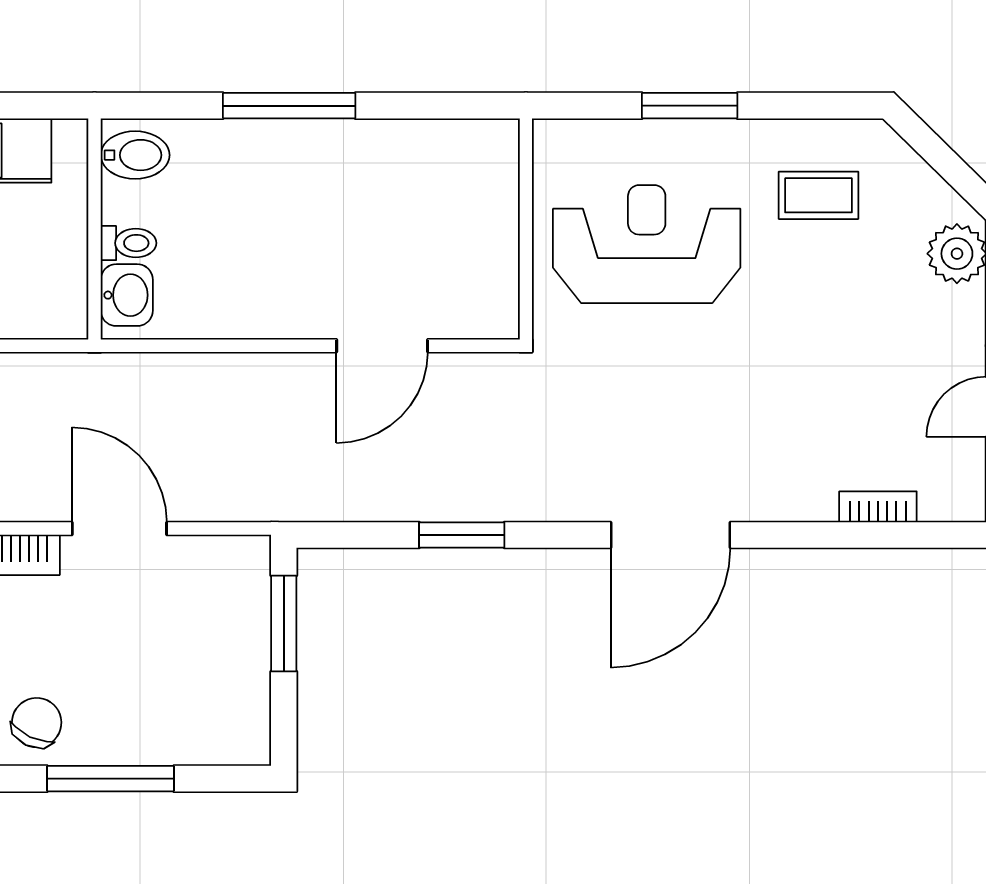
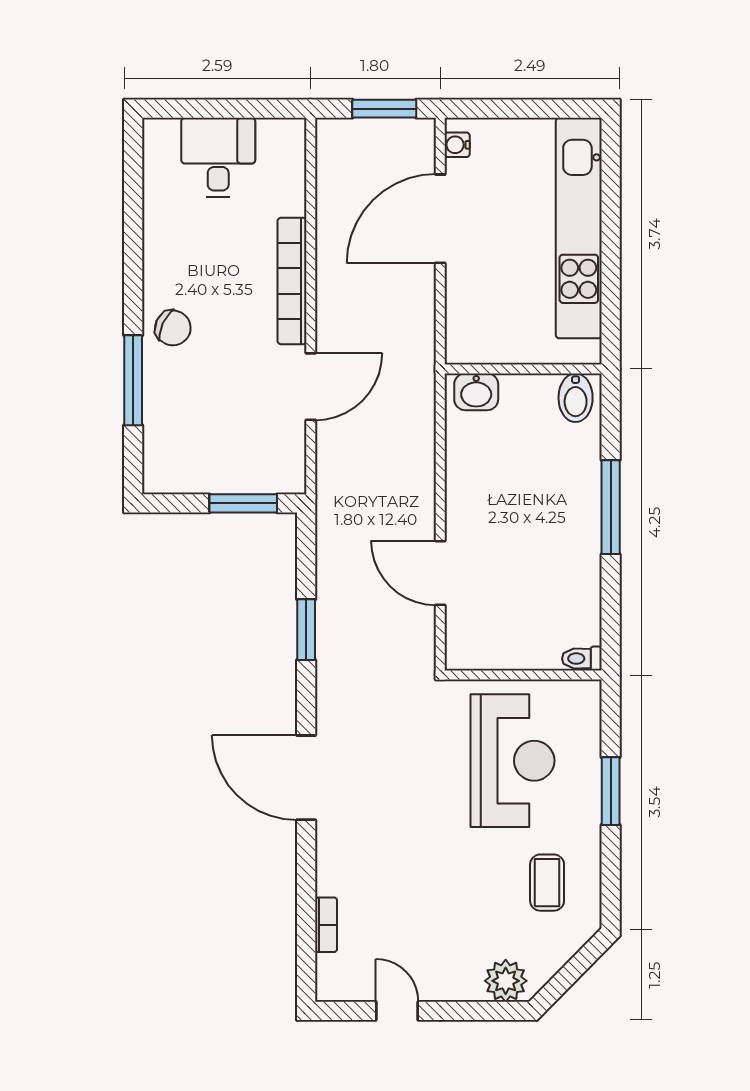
toilet: (128, 243) -> (582, 659), moved, turned 90

